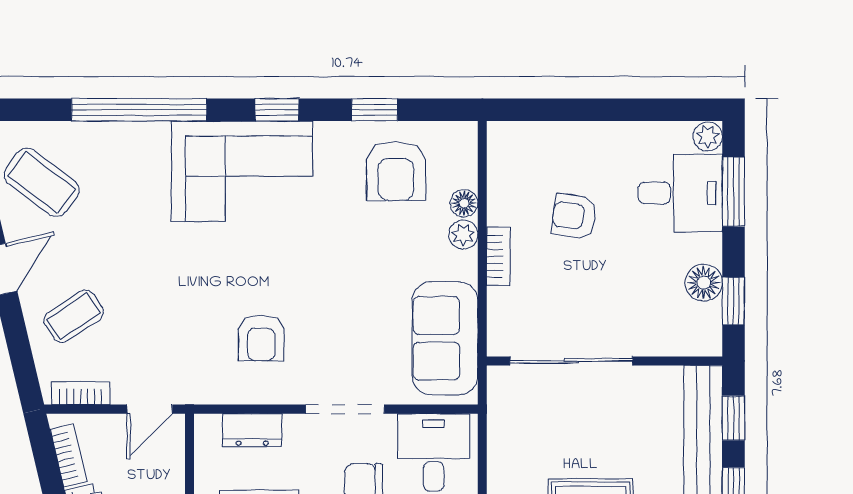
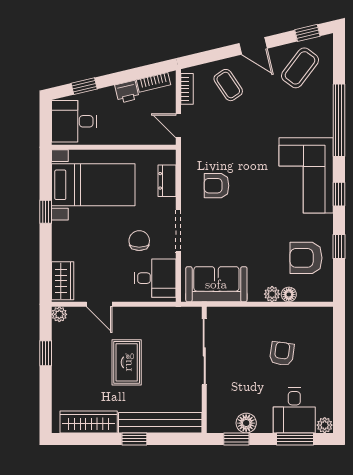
bookcase: (498, 256) -> (260, 313), removed
window: (733, 418) -> (174, 439), removed

